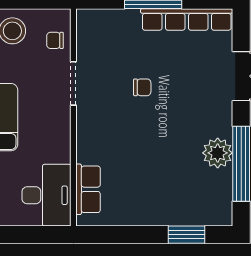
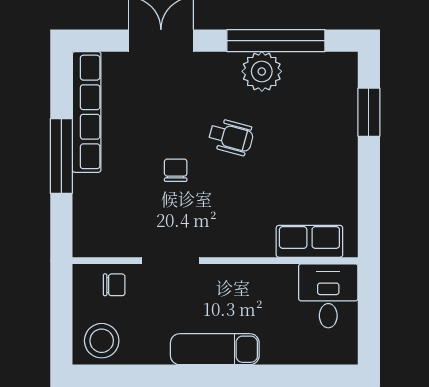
chair: (55, 40) -> (114, 285), turned -90
wheelchair: (168, 130) -> (231, 137), added
desk: (47, 195) -> (328, 296), width x0.73

